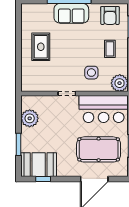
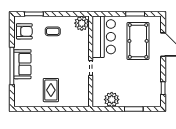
rug: (41, 47) -> (51, 90), turned 90
side table: (91, 73) -> (73, 47), removed
booth: (39, 165) -> (151, 92), removed

